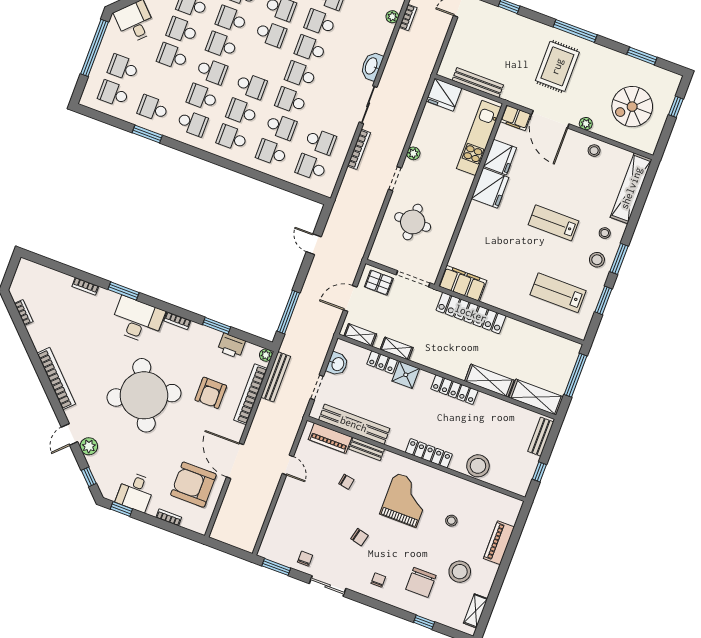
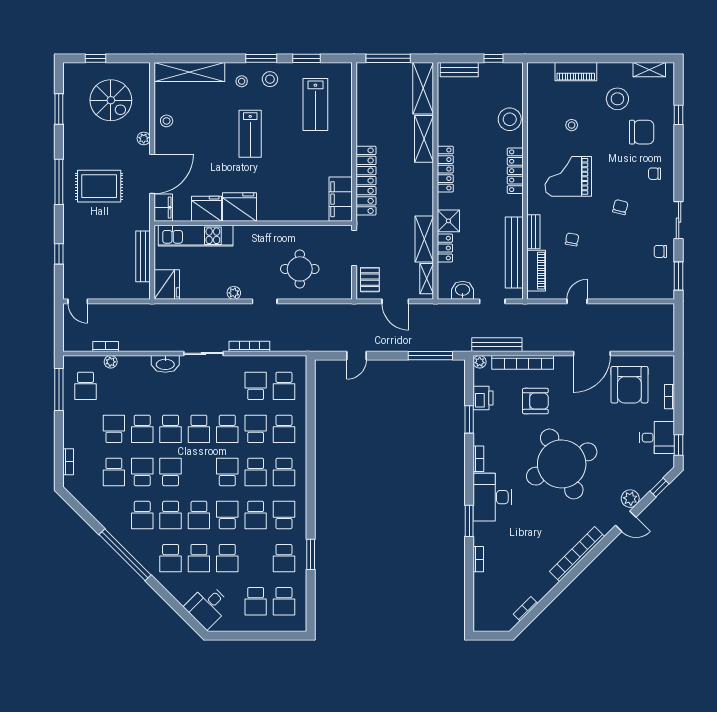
window: (94, 48) -> (247, 636), removed
shelving: (397, 349) -> (424, 239), width x1.50, depth x1.33

